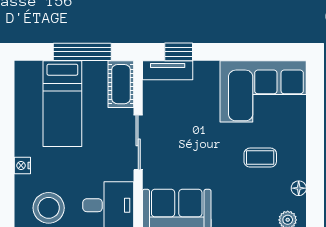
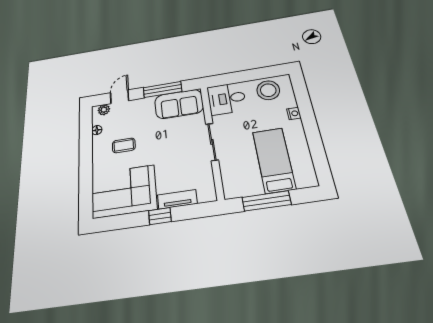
window: (179, 52) -> (160, 216), moved
tv unit: (168, 70) -> (177, 199), moved
cot: (121, 84) -> (231, 181), removed

